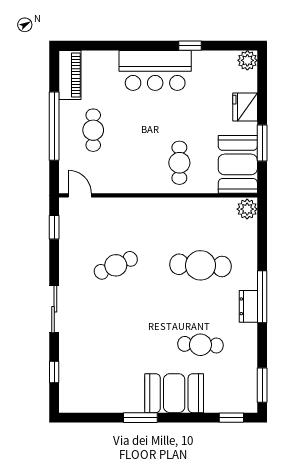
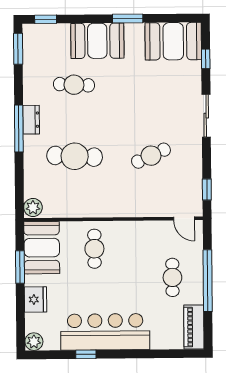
bar counter: (155, 71) -> (105, 332), width x1.36
booth: (90, 392) -> (173, 41), added

